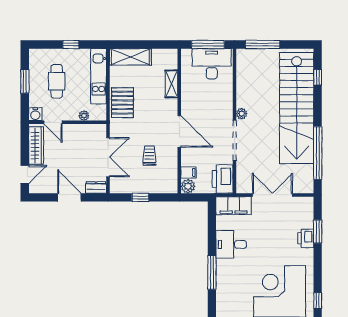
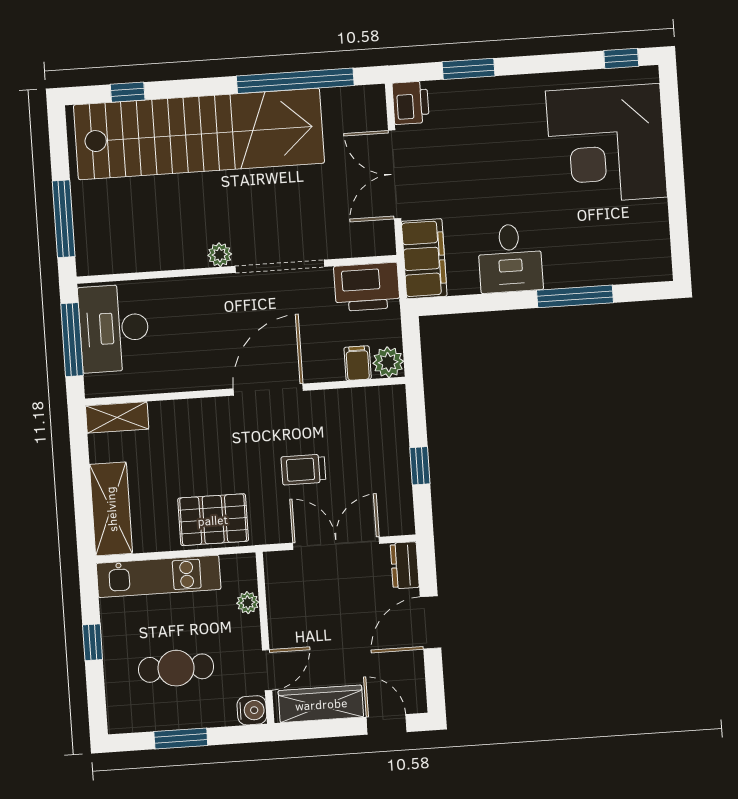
shelving: (171, 84) -> (117, 417), moved
trolley: (149, 156) -> (303, 469), moved
printer: (306, 238) -> (411, 103), moved, turned -90

